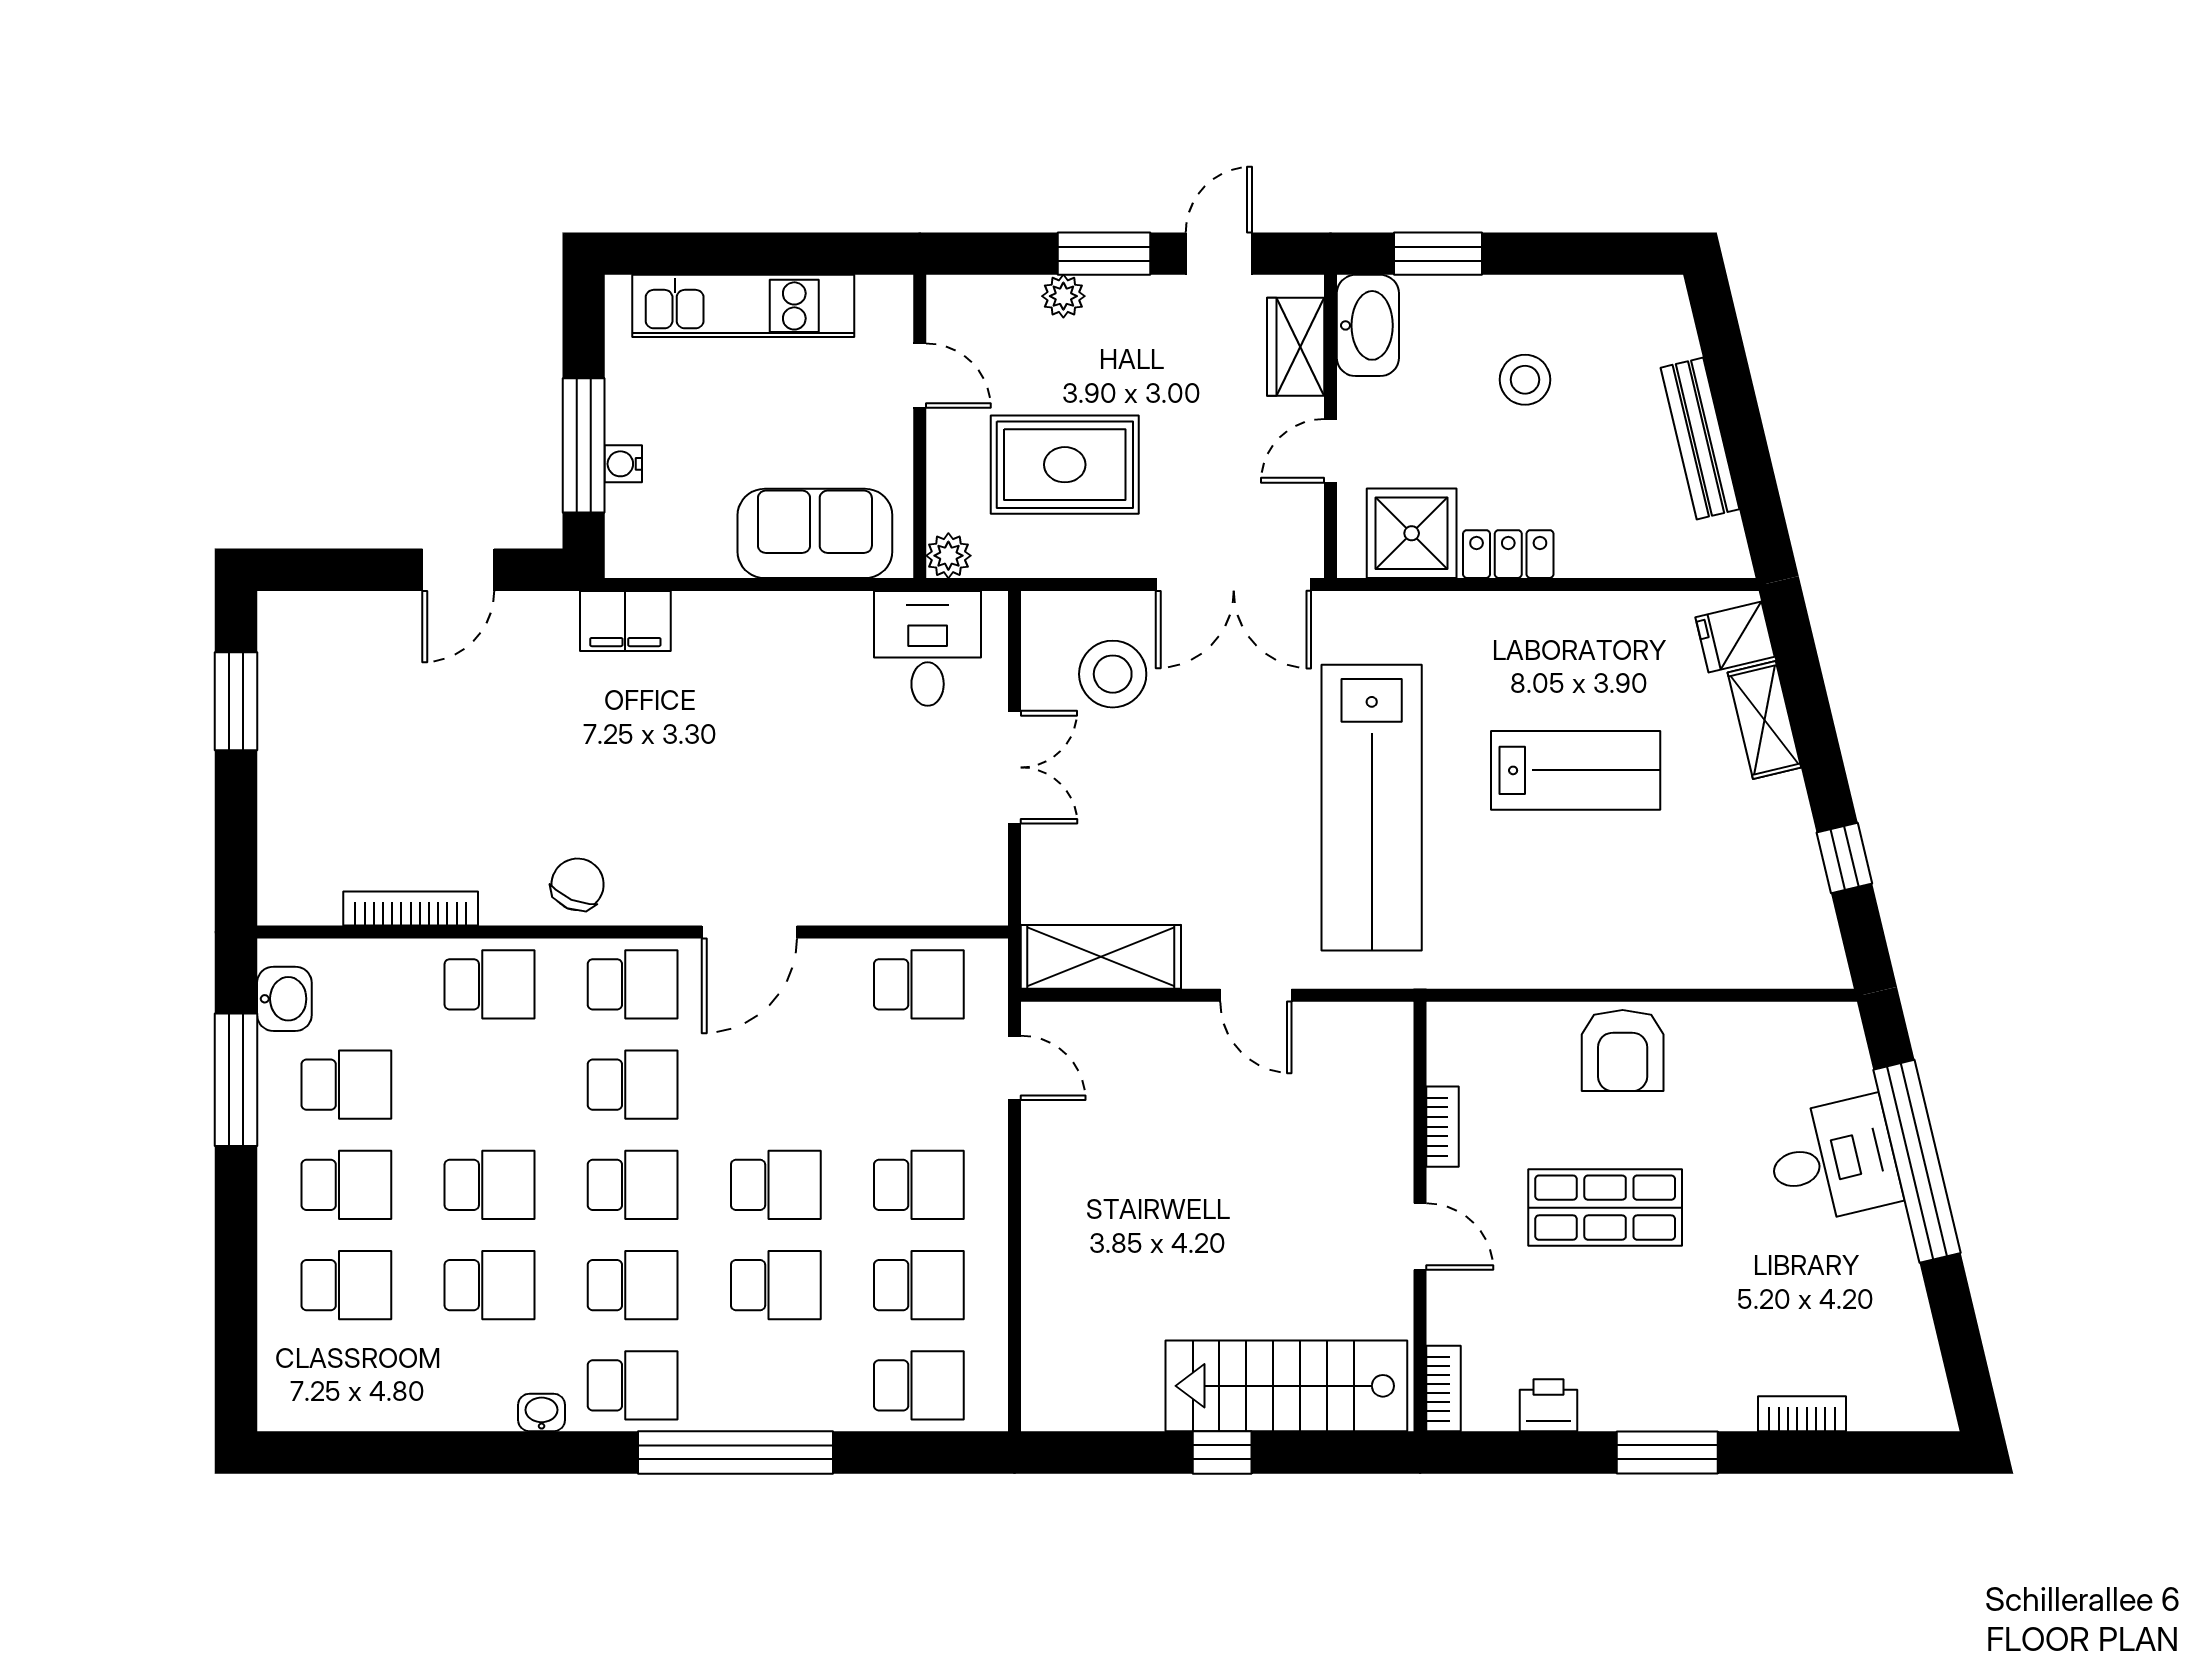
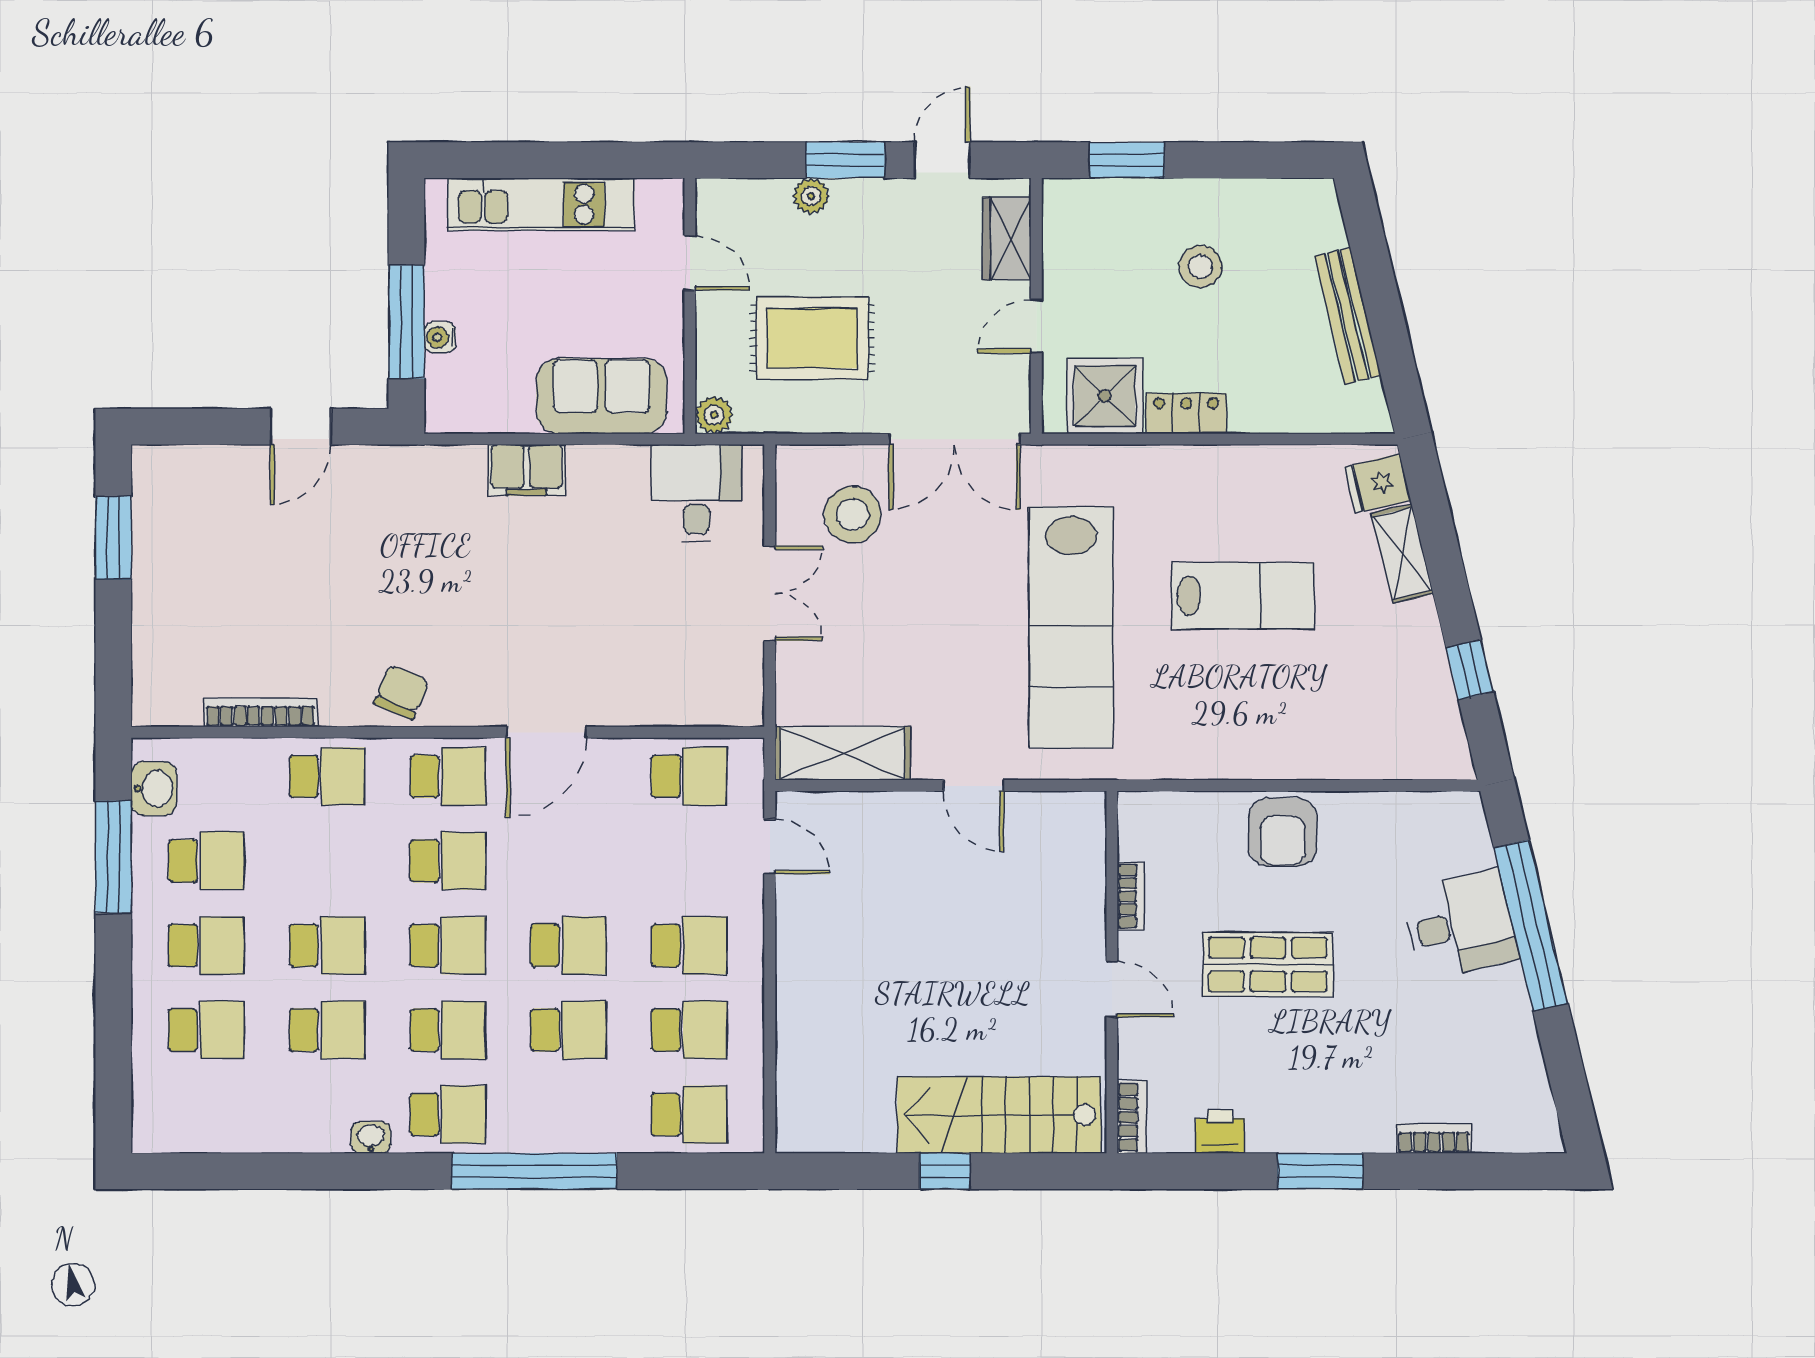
washbasin: (1368, 325) -> (1068, 221), removed
filing cabinet: (625, 621) -> (527, 470), moved

